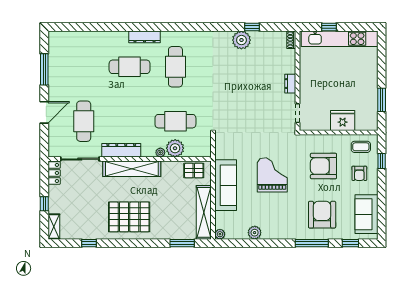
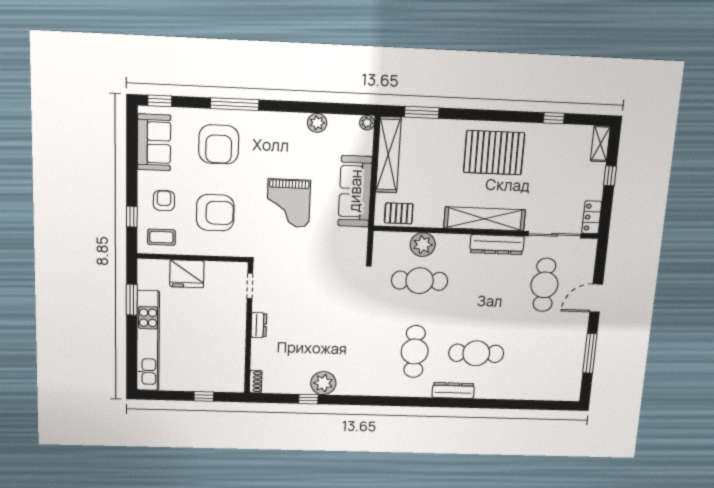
kitchen unit: (340, 39) -> (148, 341), moved, turned 90
plant: (160, 152) -> (443, 240), removed
window: (350, 243) -> (160, 101), moved

